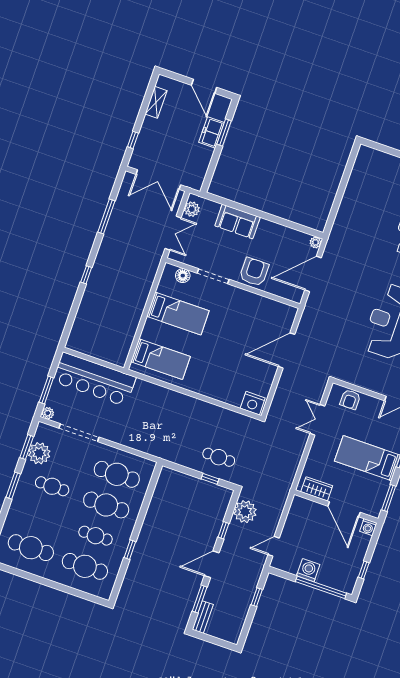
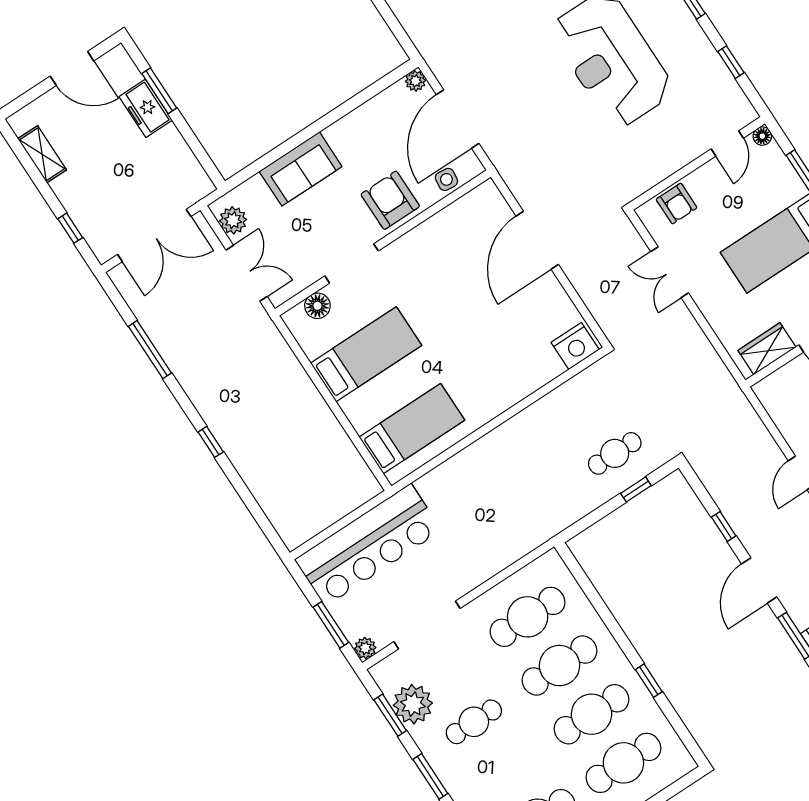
side table: (282, 290) -> (446, 179), added
plant: (245, 512) -> (721, 475), removed
cafe table: (96, 536) -> (591, 714), width x1.37, depth x1.35

